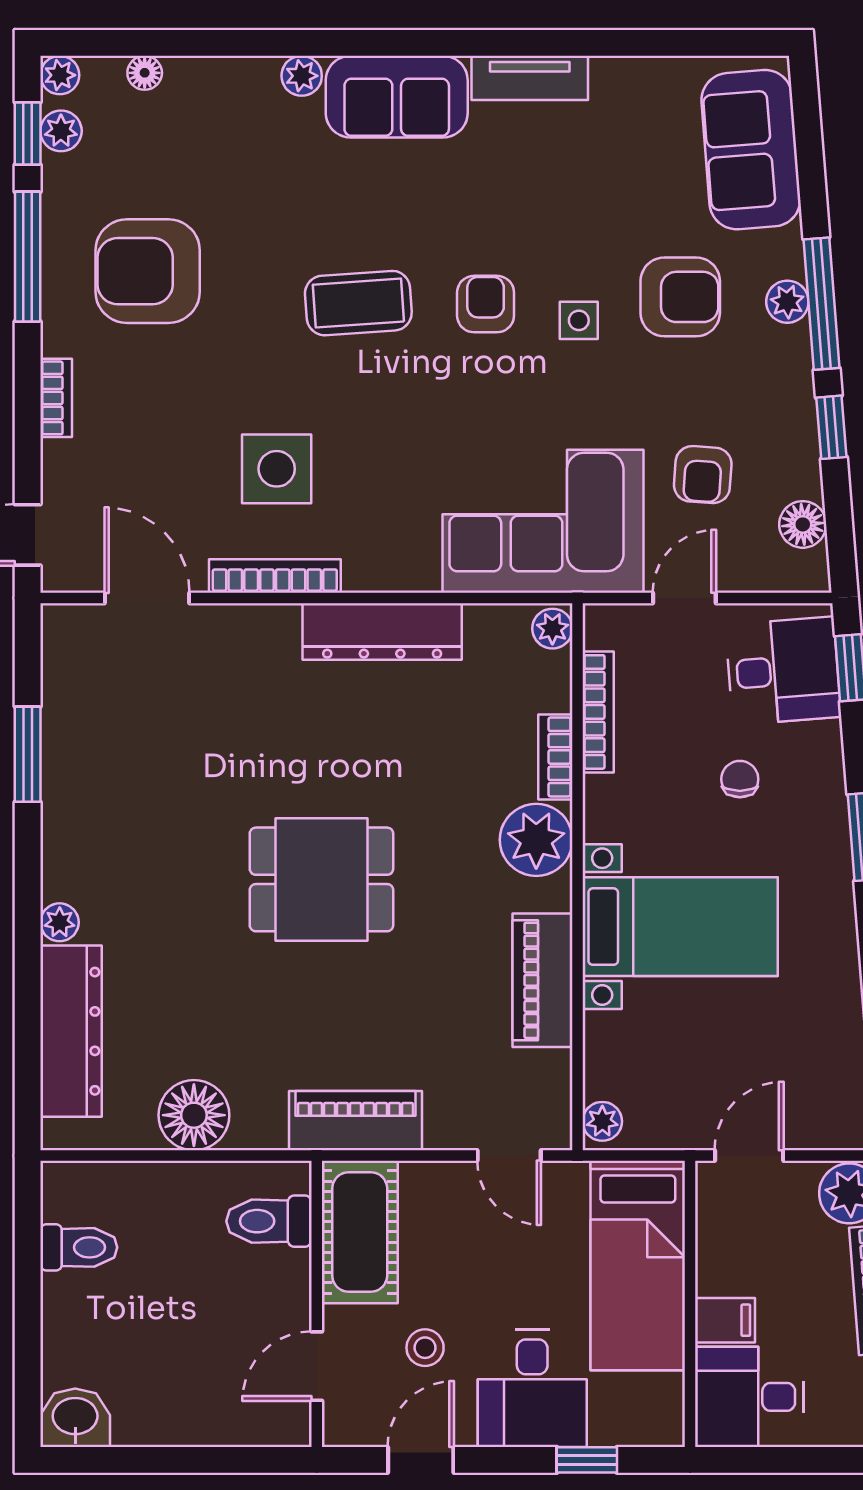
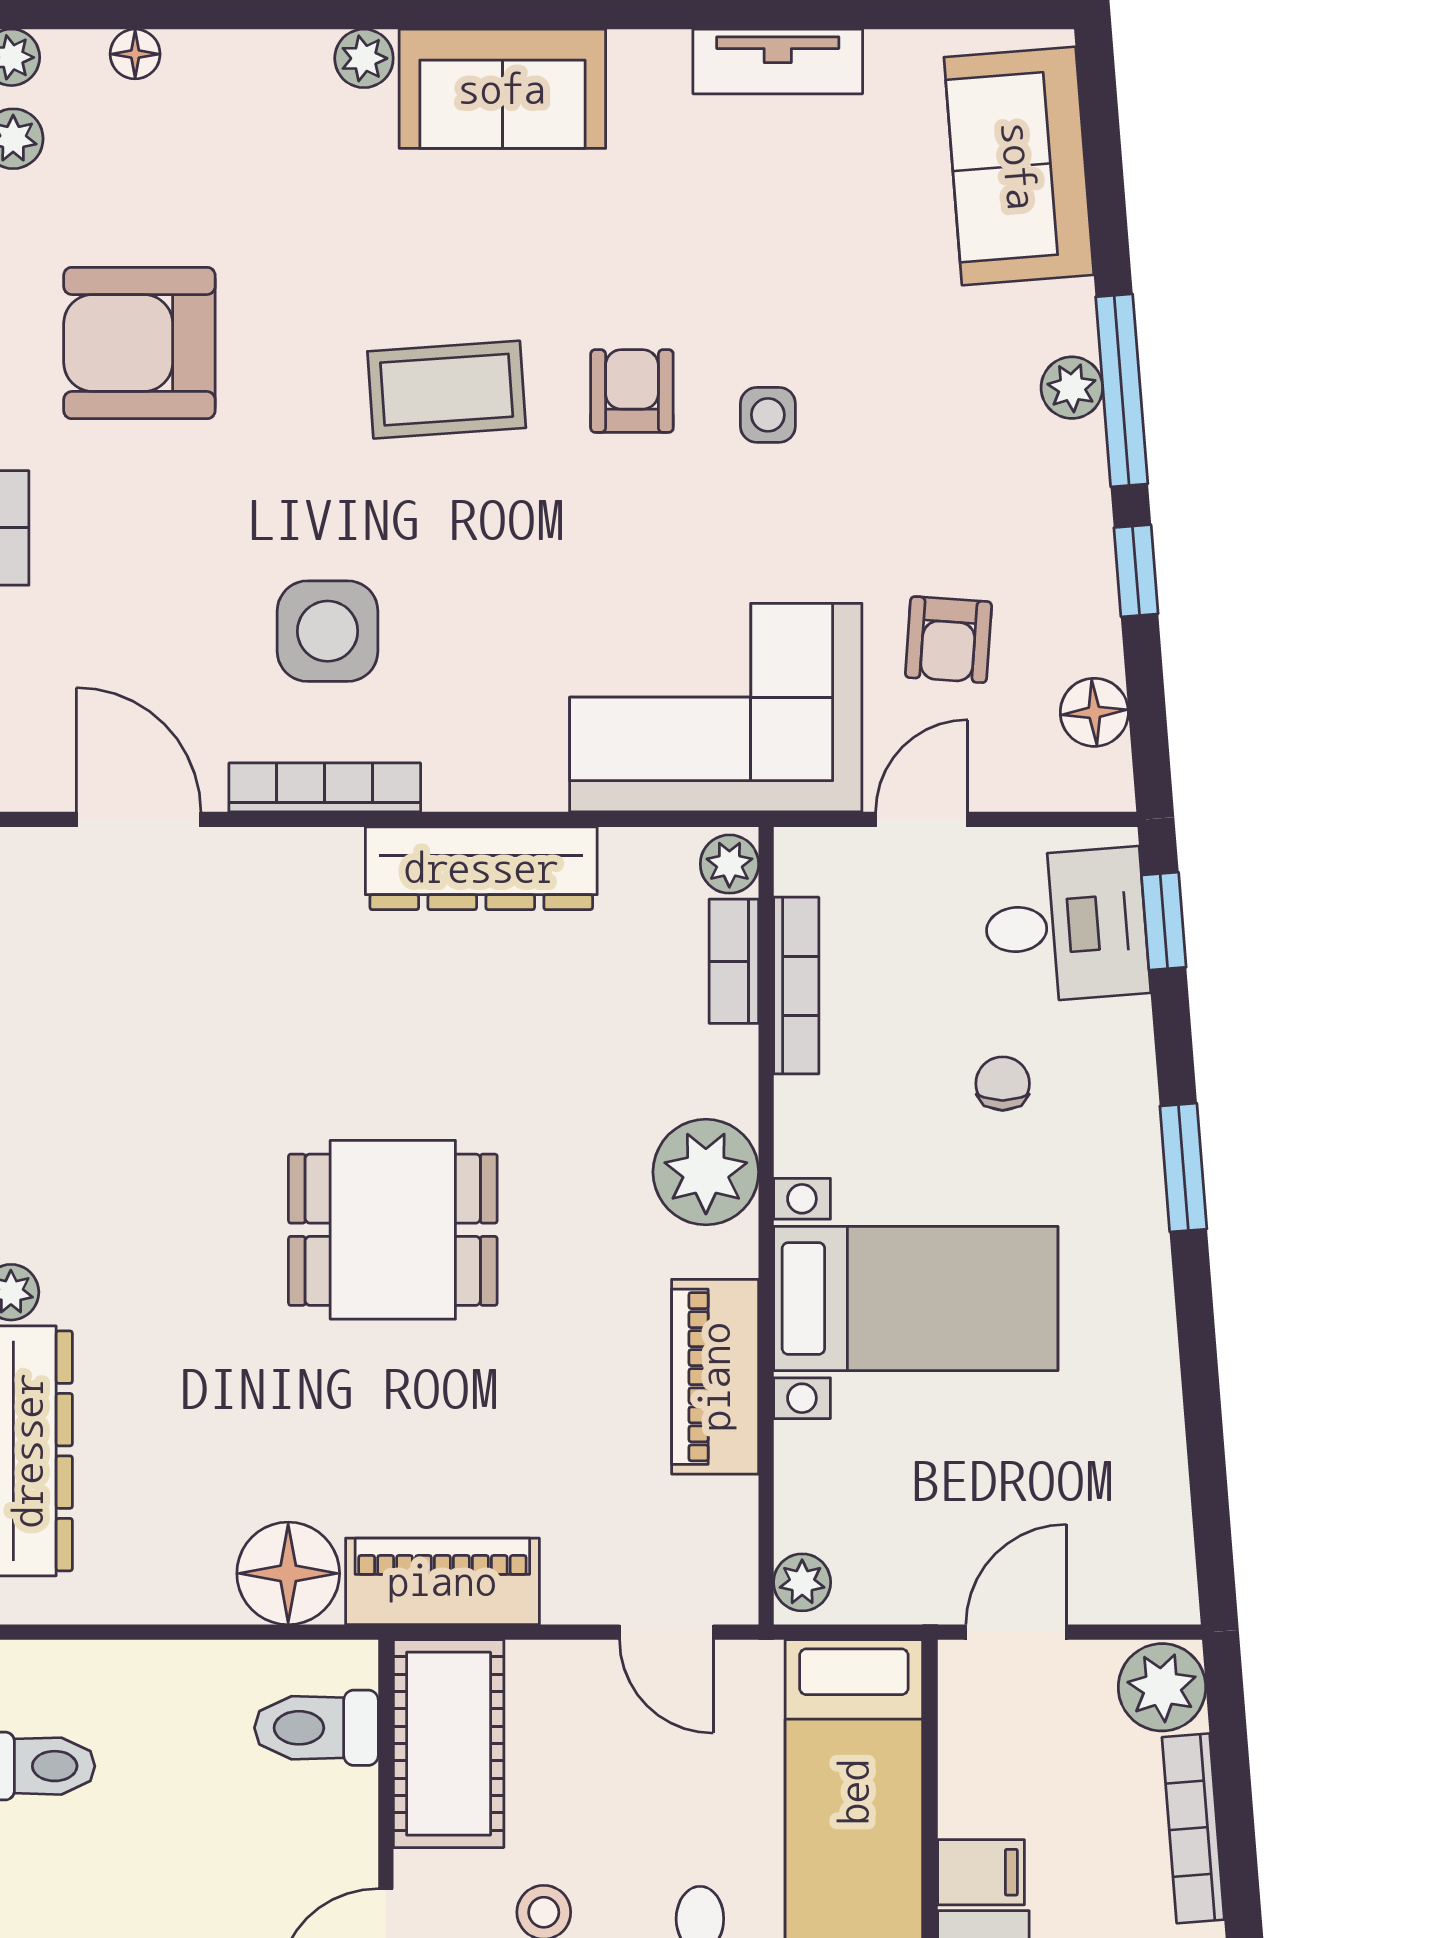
tv unit: (530, 78) -> (778, 61), moved
armchair: (680, 297) -> (916, 381), removed
bookcase: (555, 757) -> (734, 961), moved
floor lamp: (194, 1115) -> (288, 1573), moved

